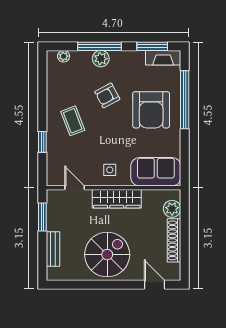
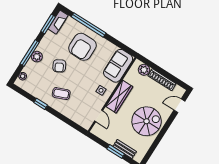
armchair: (151, 110) -> (82, 47), turned 90
window: (42, 142) -> (41, 104), moved
door: (75, 188) -> (99, 116), swing flipped
window: (42, 217) -> (116, 151), moved
spiral stairs: (107, 255) -> (147, 121), turned 90

